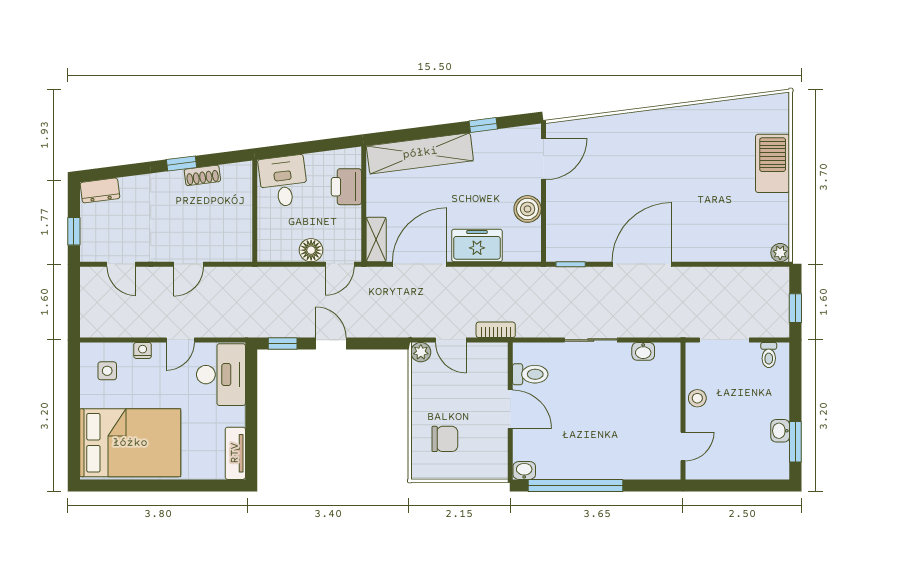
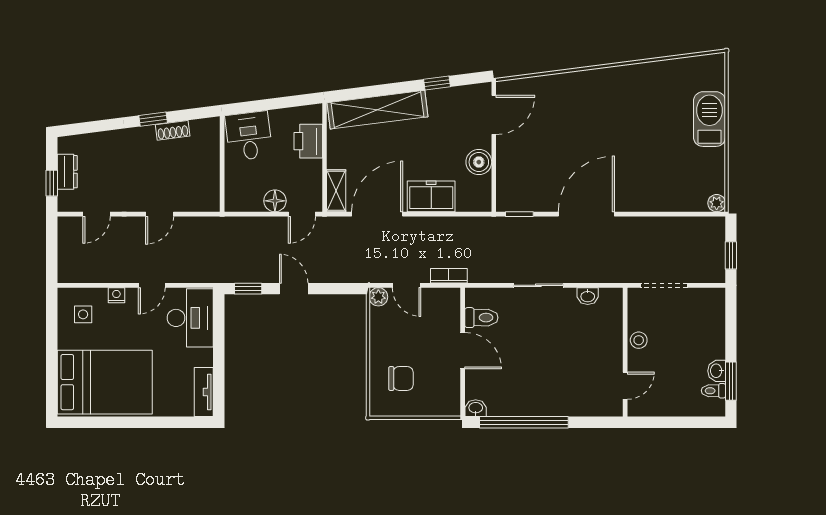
dresser: (100, 190) -> (67, 172), moved, turned -83
door: (121, 264) -> (97, 214), hinge flipped
toilet: (769, 355) -> (713, 391), moved, turned 90

